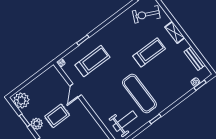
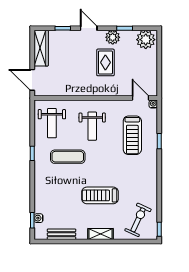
treadmill: (149, 52) -> (100, 195), turned 90
door: (76, 90) -> (140, 98), moved
weight bench: (107, 93) -> (92, 126), added
exercise mat: (139, 94) -> (68, 157), width x0.73, depth x0.69

